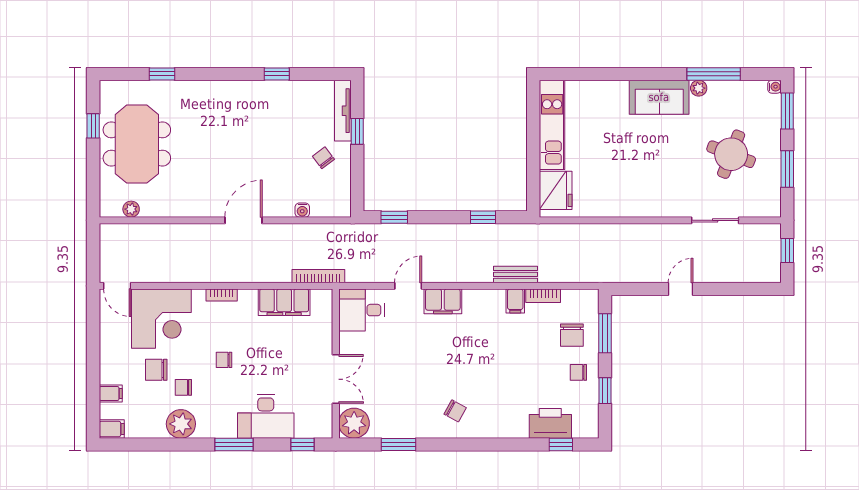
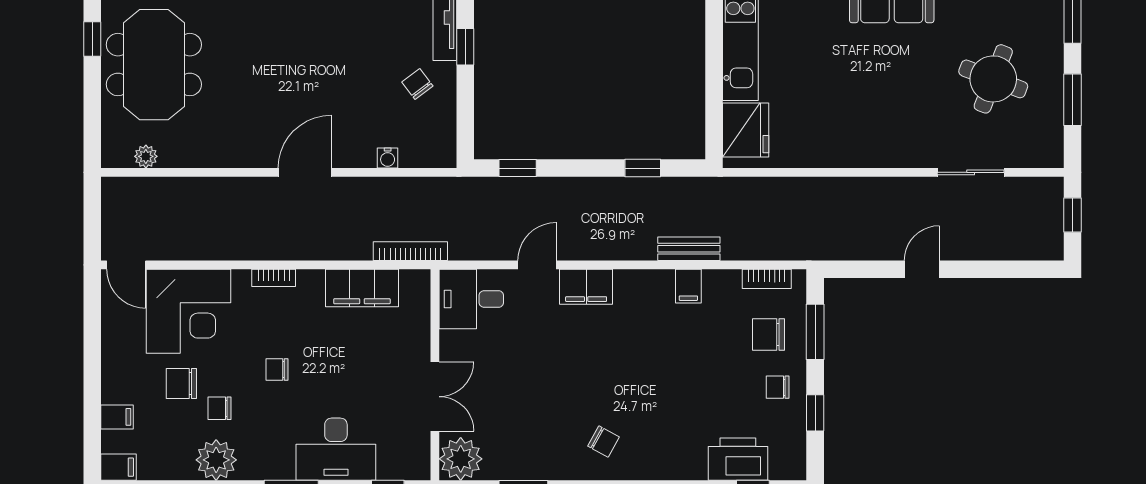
bookcase: (543, 296) -> (767, 279), moved
chair: (572, 335) -> (768, 334), turned 90

